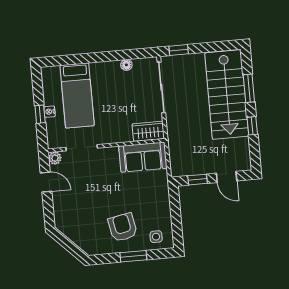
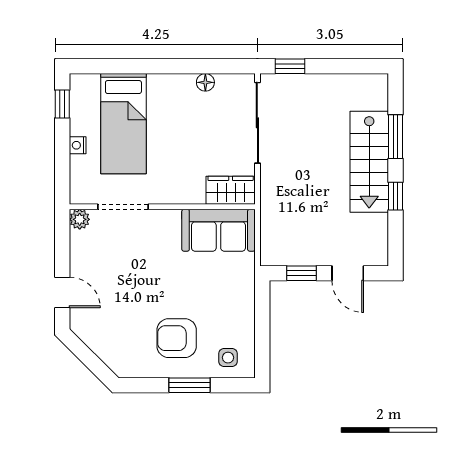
stairs: (227, 95) -> (369, 162), width x0.73, depth x0.66
window: (40, 114) -> (62, 104), moved
door: (46, 182) -> (62, 292), moved
armchair: (123, 227) -> (177, 338), turned -79

